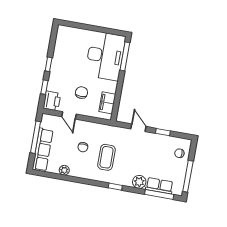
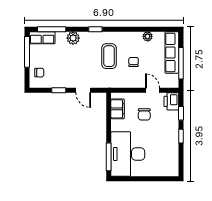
row of seats: (159, 186) -> (42, 38), moved

